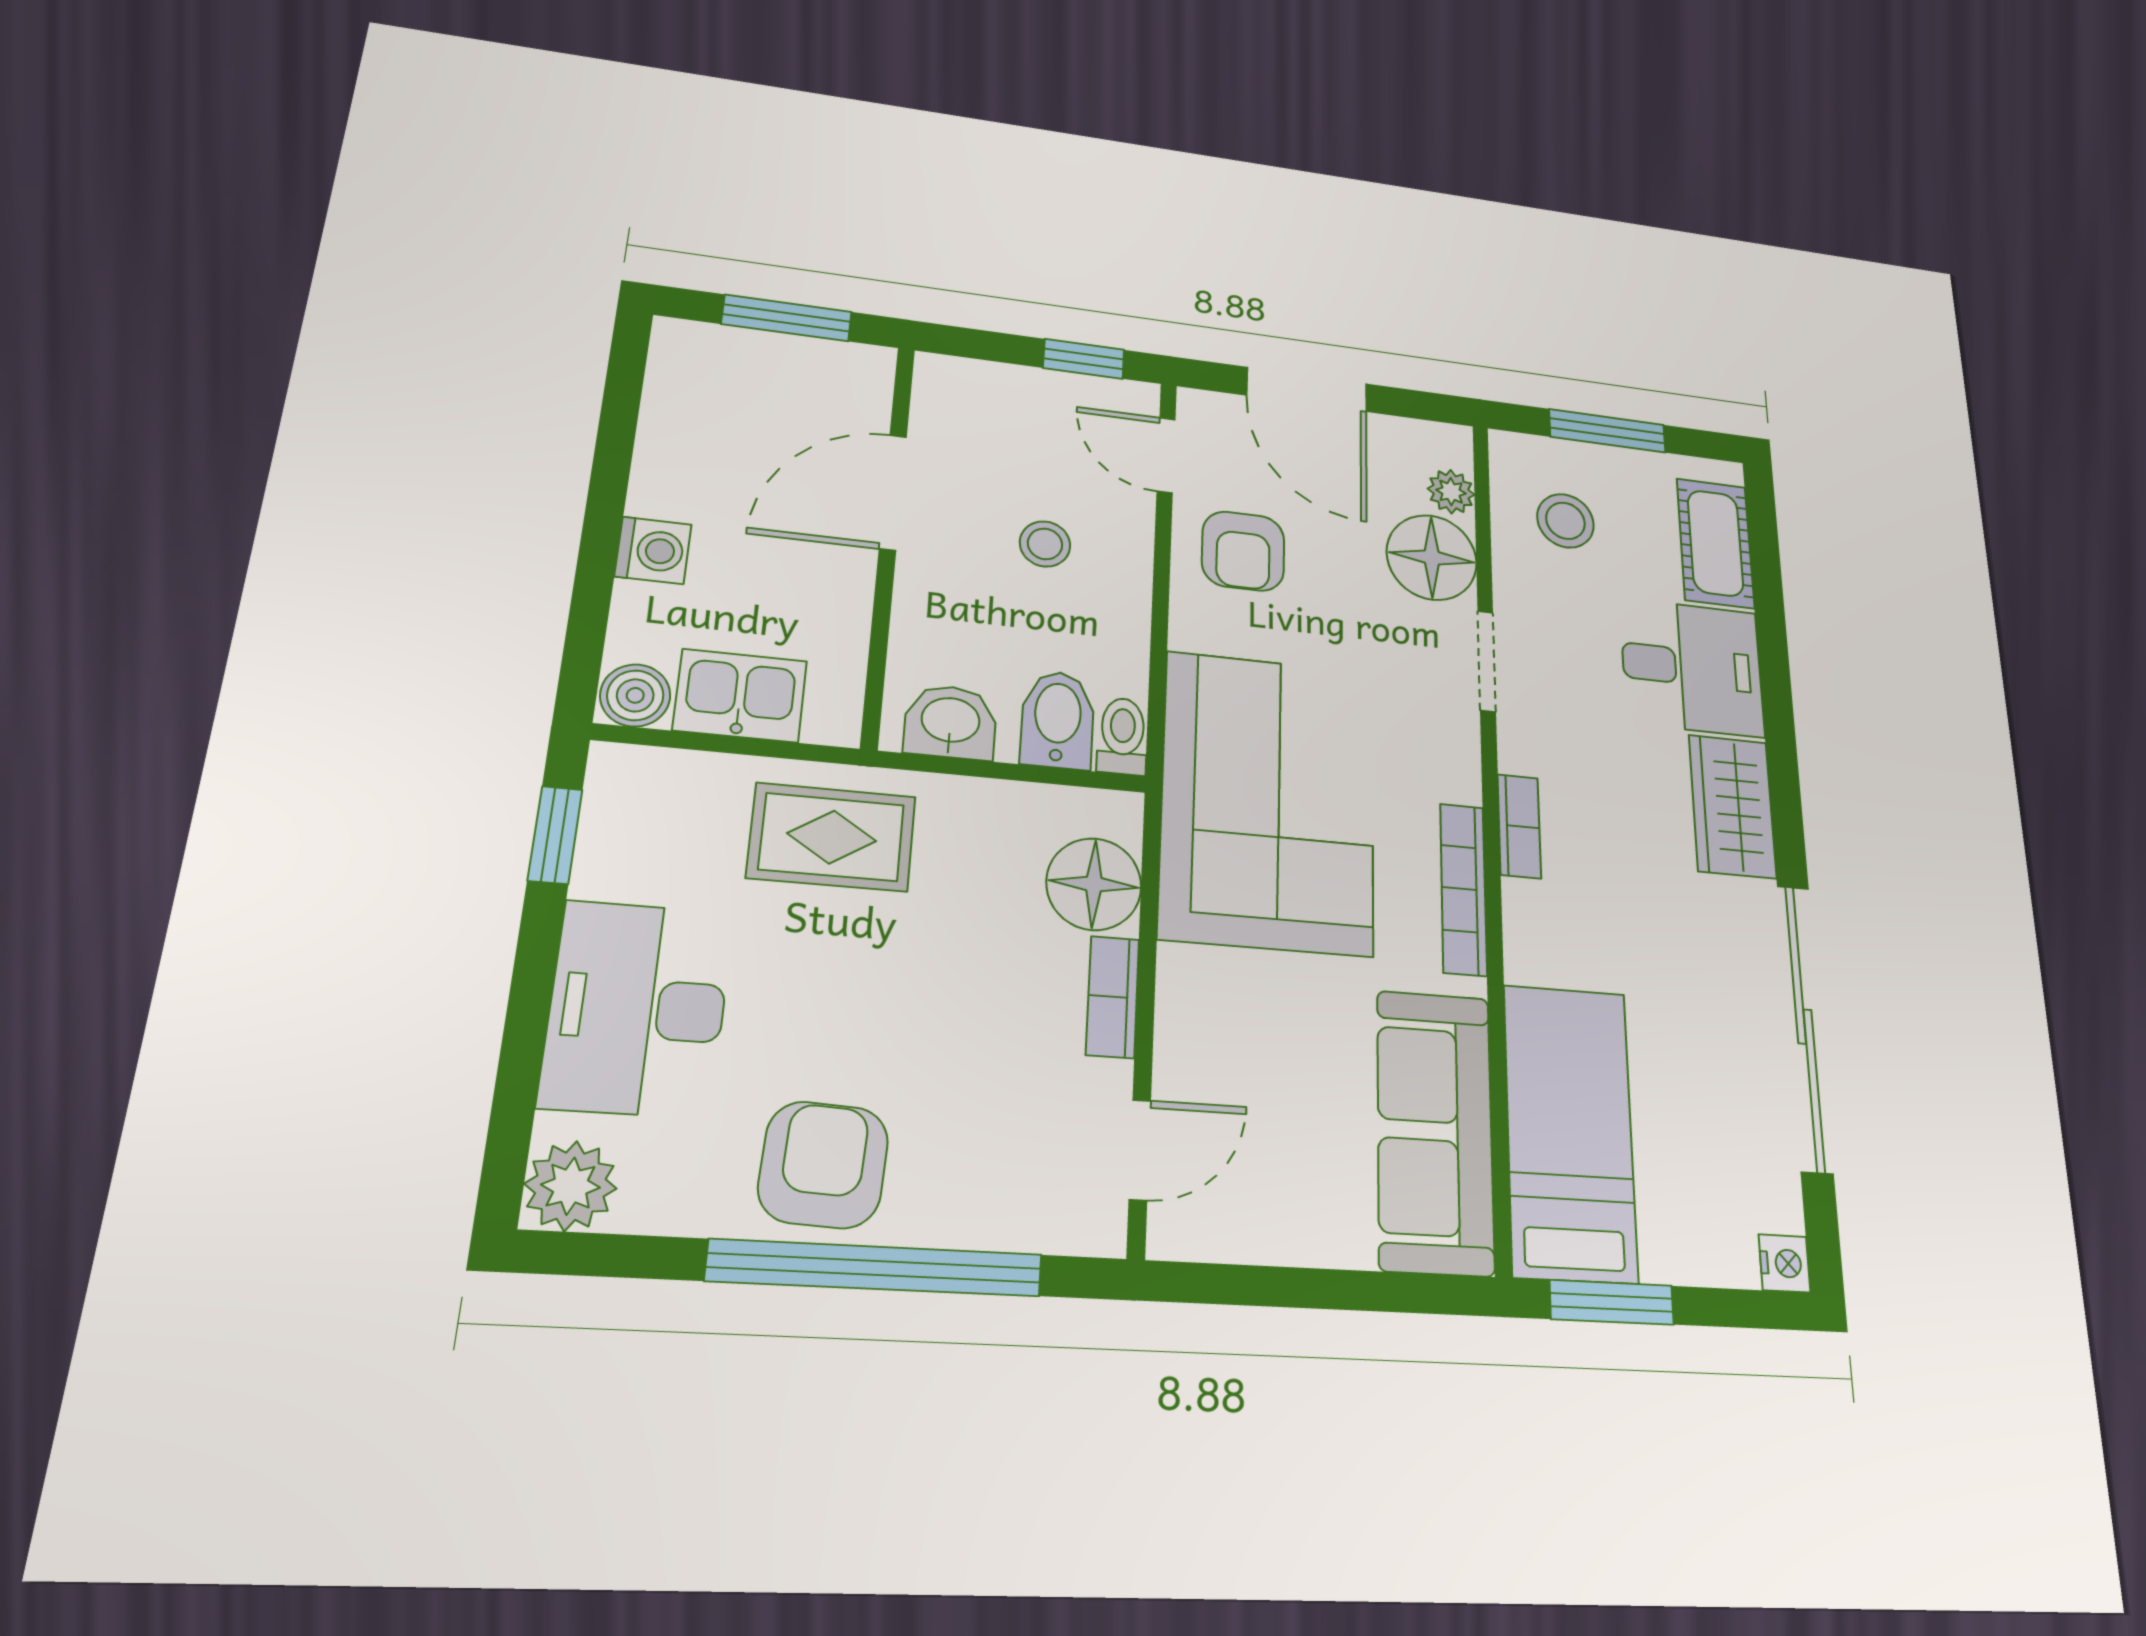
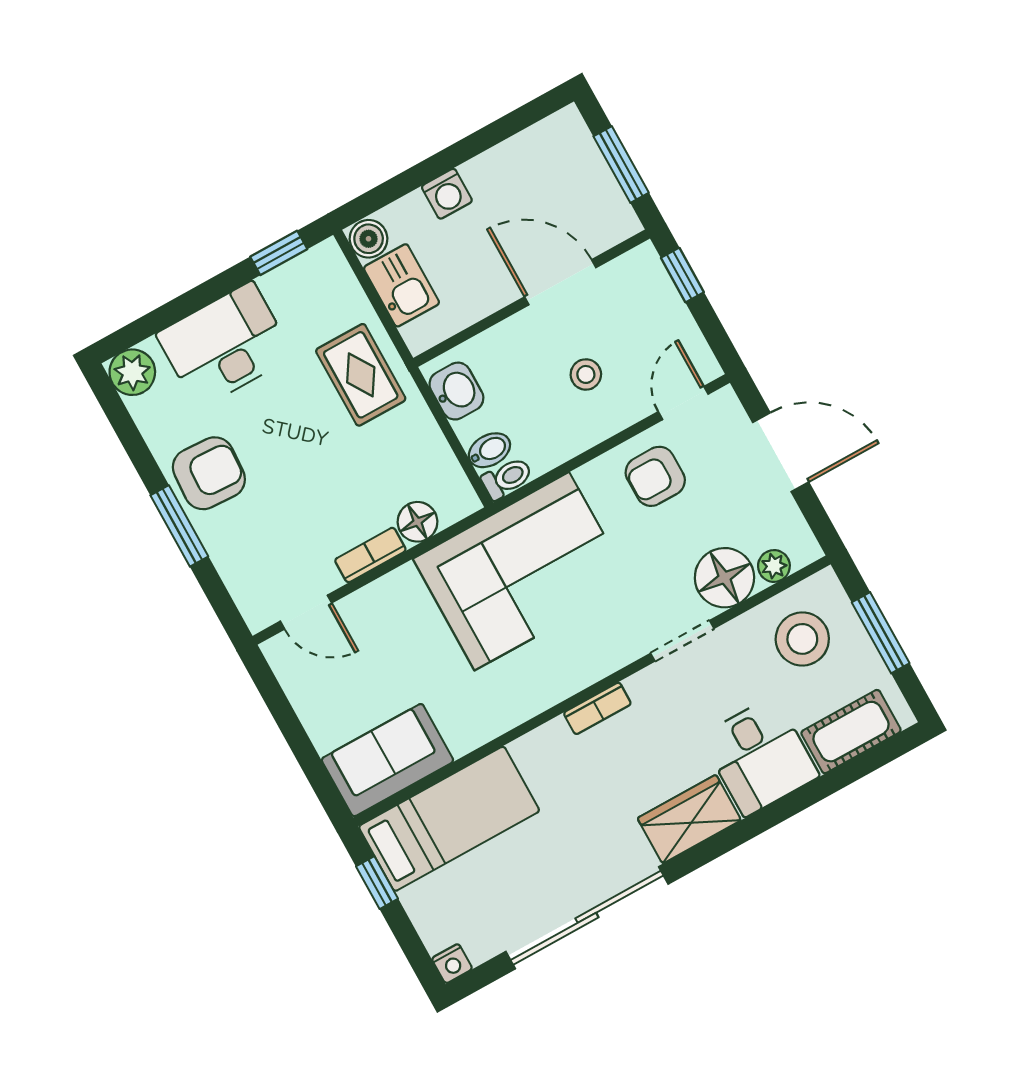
window: (1084, 359) -> (682, 275), moved
door: (1307, 389) -> (781, 452), swing flipped
stool: (1565, 521) -> (802, 639), width x1.38, depth x1.38
bidet: (1058, 720) -> (489, 450), width x0.72, depth x0.74
floor lamp: (1094, 884) -> (417, 522), width x0.73, depth x0.73
bookcase: (1463, 889) -> (542, 697), removed
sofa: (1435, 1131) -> (387, 760), width x0.73
window: (876, 1268) -> (179, 526), width x0.47
window: (1612, 1302) -> (377, 883), width x0.67

